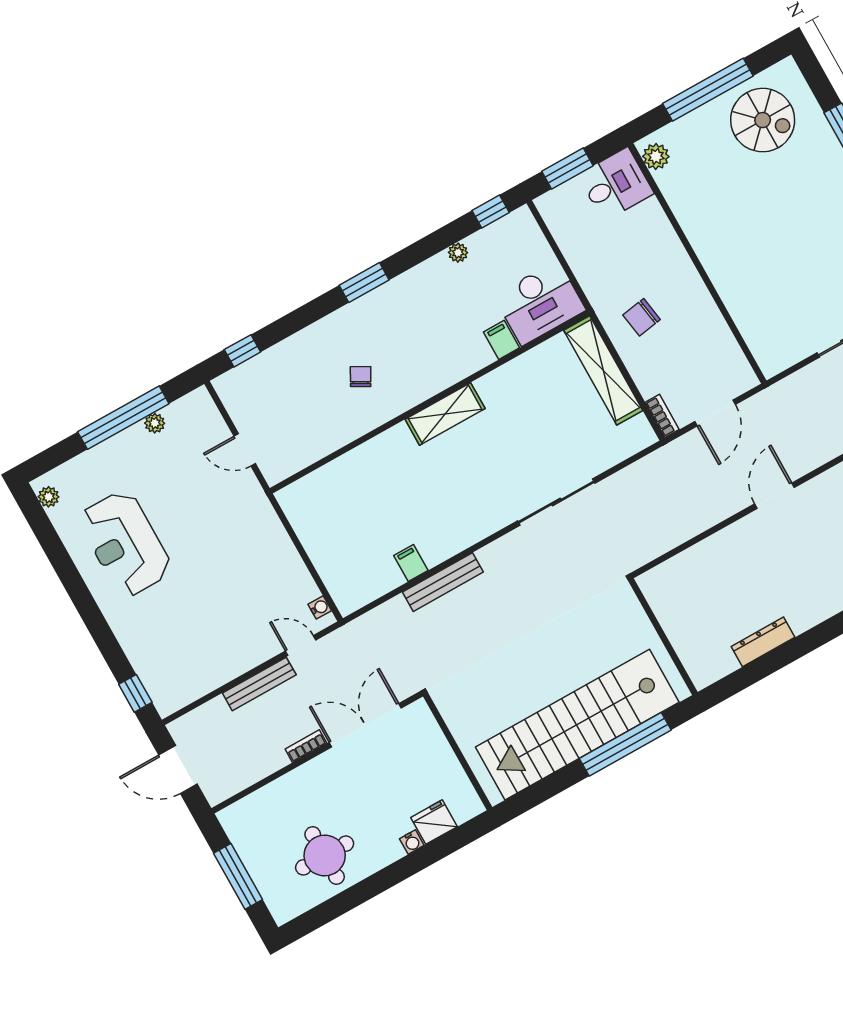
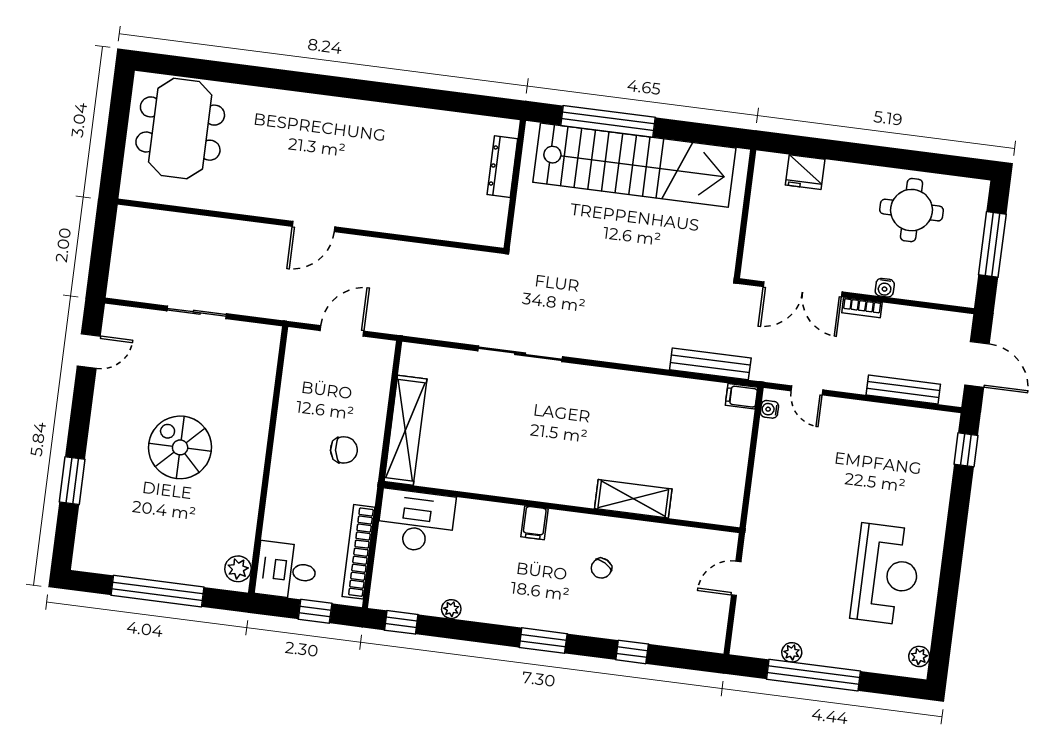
spiral stairs: (763, 120) -> (180, 447), moved
window: (567, 168) -> (315, 611), width x0.67
filing cabinet: (502, 340) -> (534, 523), moved
window: (242, 351) -> (632, 652), moved
shelving: (445, 414) -> (633, 499), moved
bookcase: (662, 416) -> (358, 552), moved, width x2.31, depth x1.31
door: (245, 450) -> (736, 578), swing flipped
door: (775, 496) -> (314, 227), moved
filing cabinet: (411, 563) -> (741, 396), moved, turned 90
bench: (443, 582) -> (710, 364), moved
dresser: (763, 642) -> (502, 167), moved, turned 90
bench: (259, 684) -> (903, 390), moved
water cooler: (412, 842) -> (885, 288), moved, turned 180

